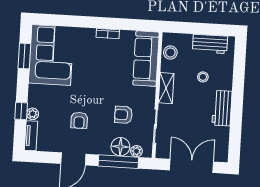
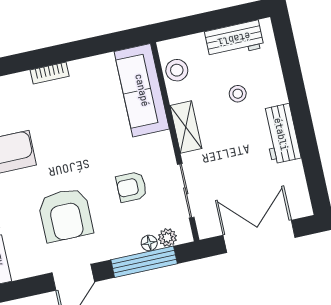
bookcase: (108, 34) -> (50, 73), moved
armchair: (79, 120) -> (65, 215), width x1.88, depth x1.88
floor lamp: (120, 147) -> (149, 243), width x0.53, depth x0.53

